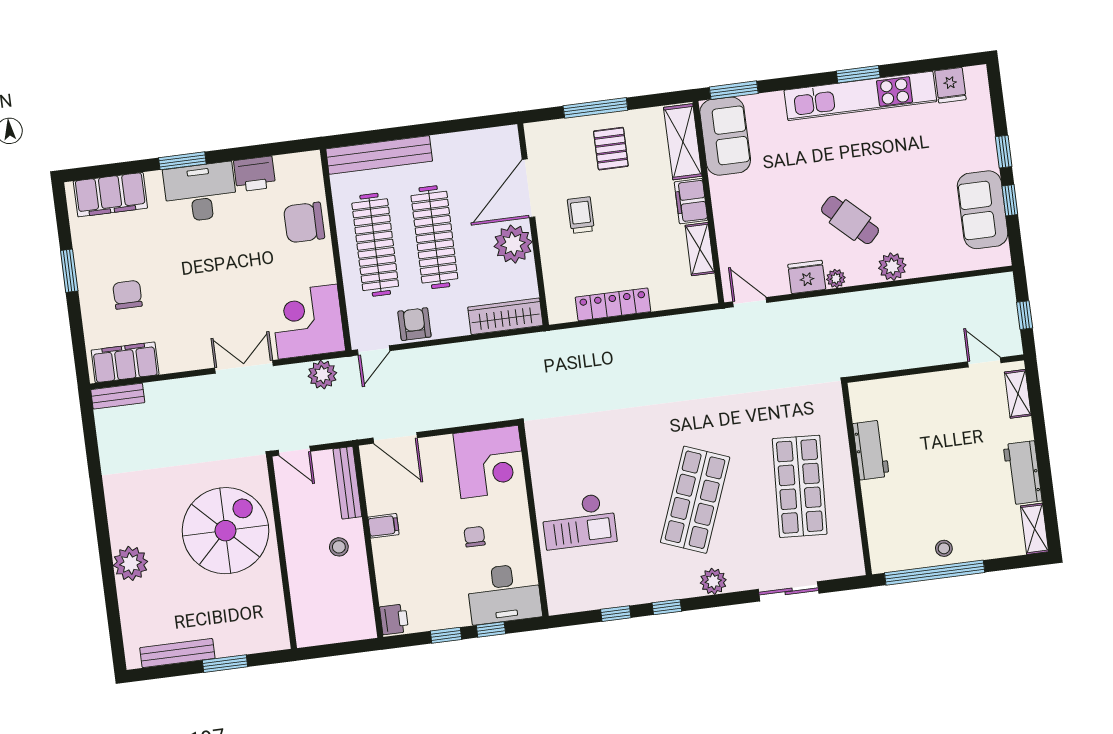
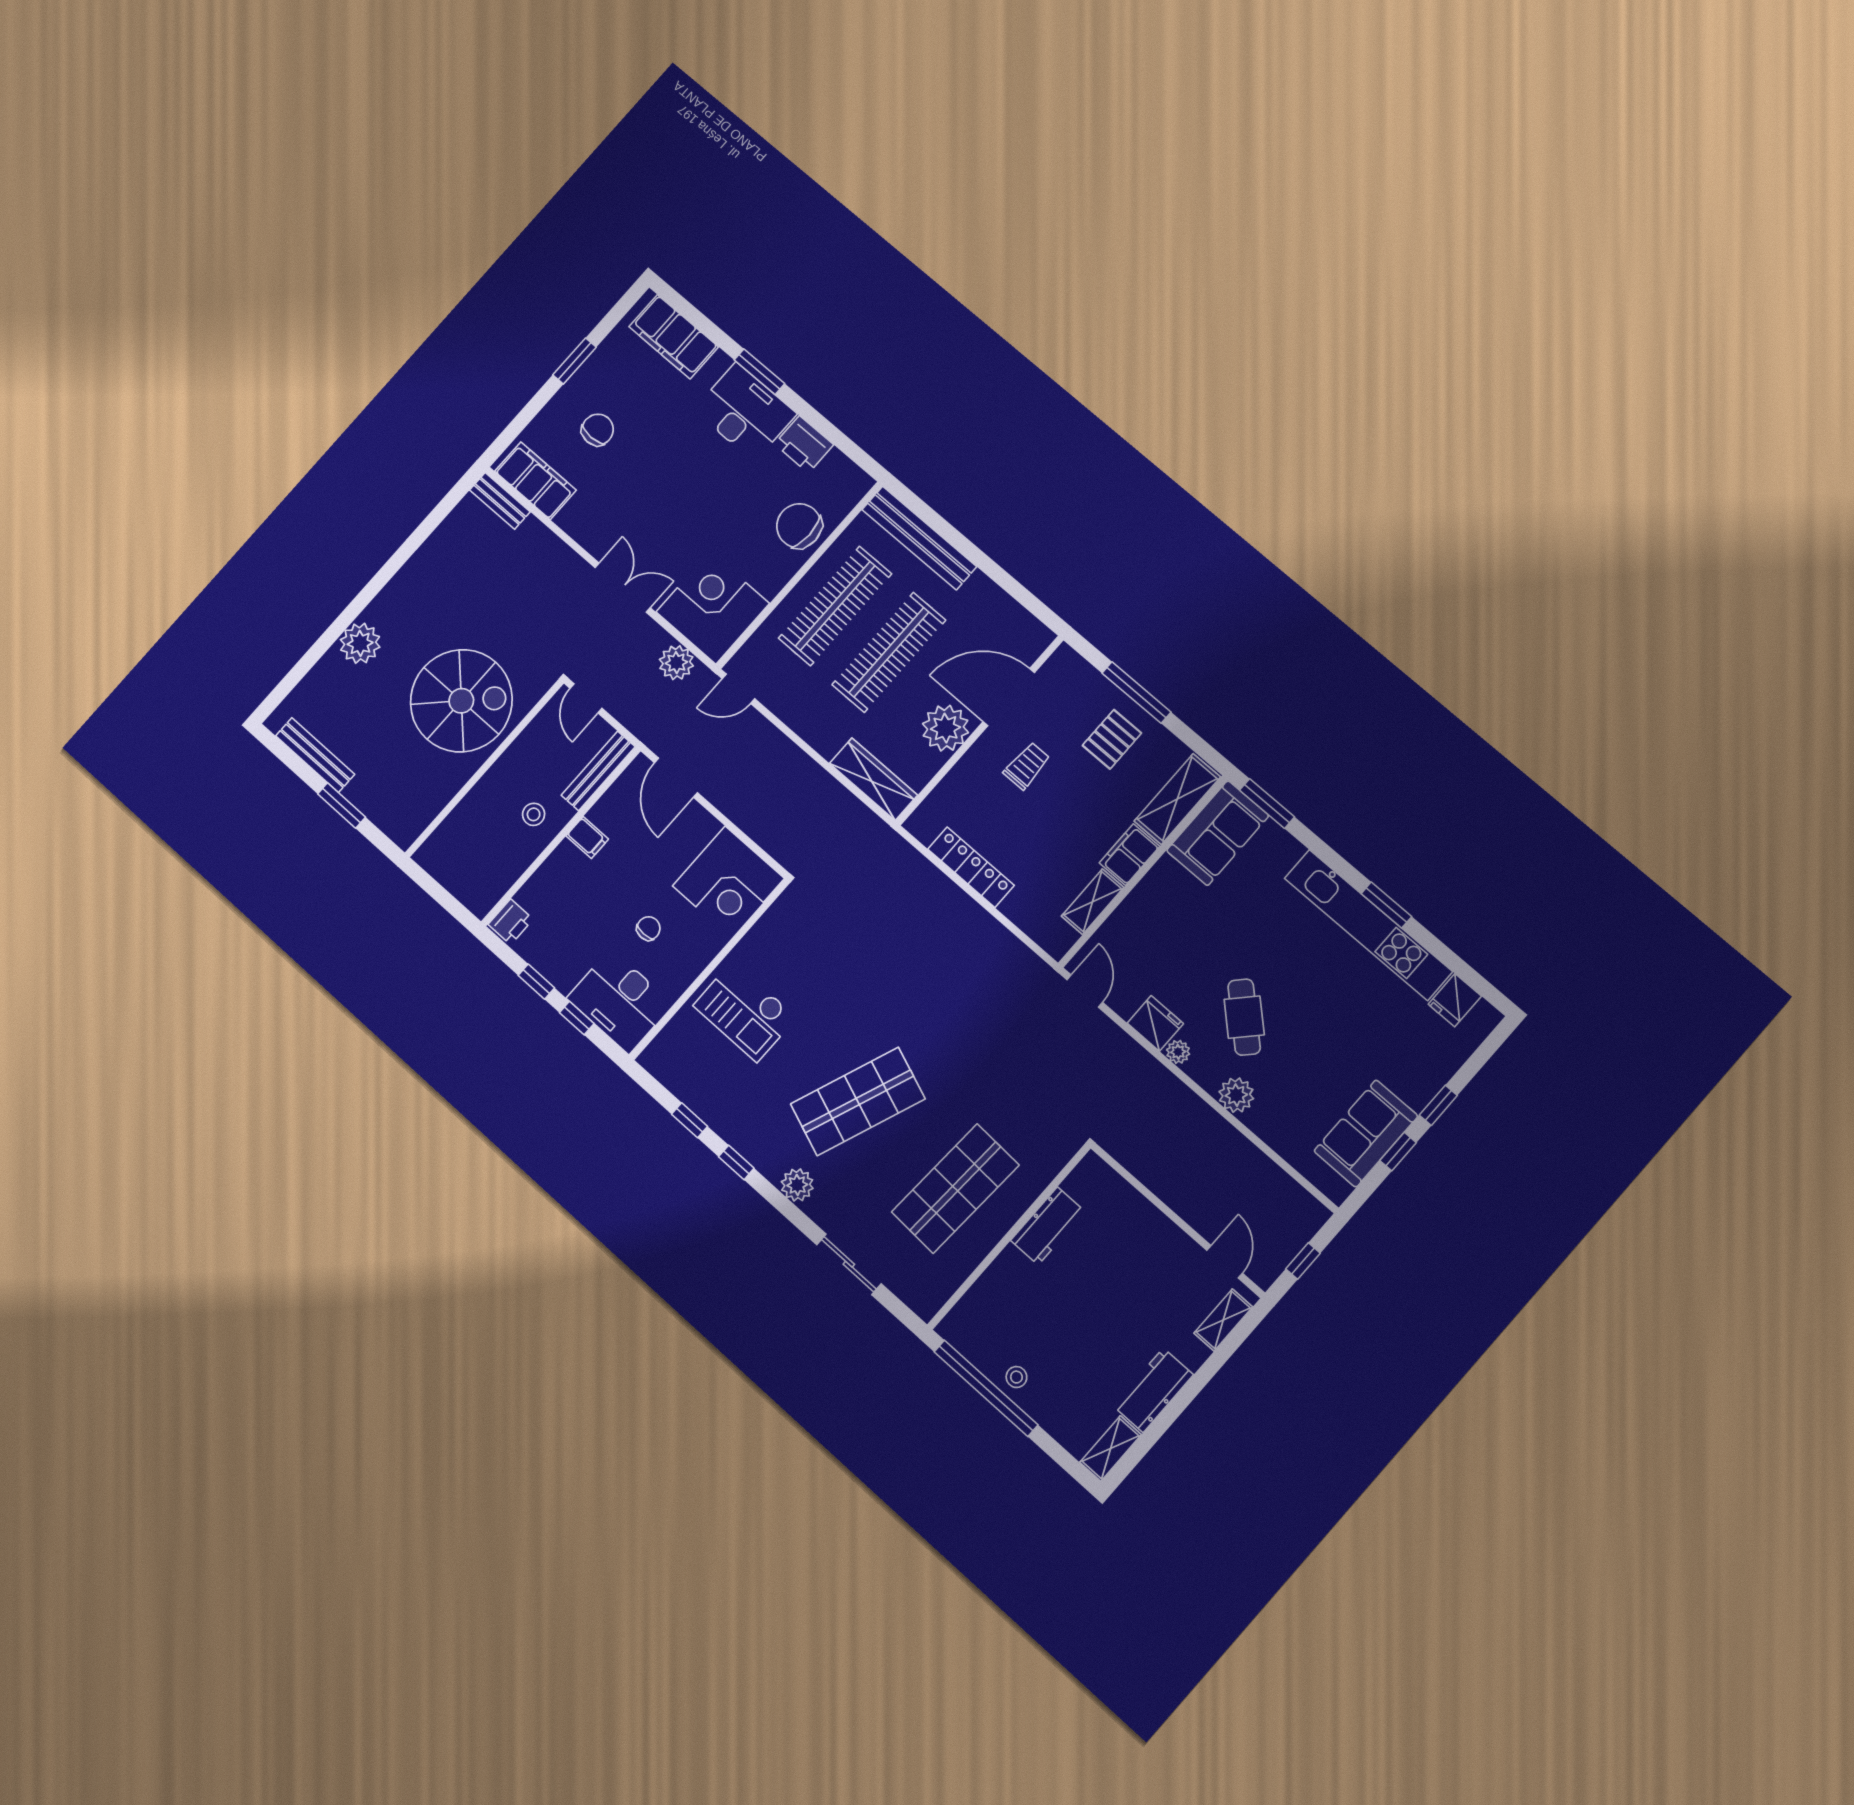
armchair: (414, 324) -> (794, 704), removed

